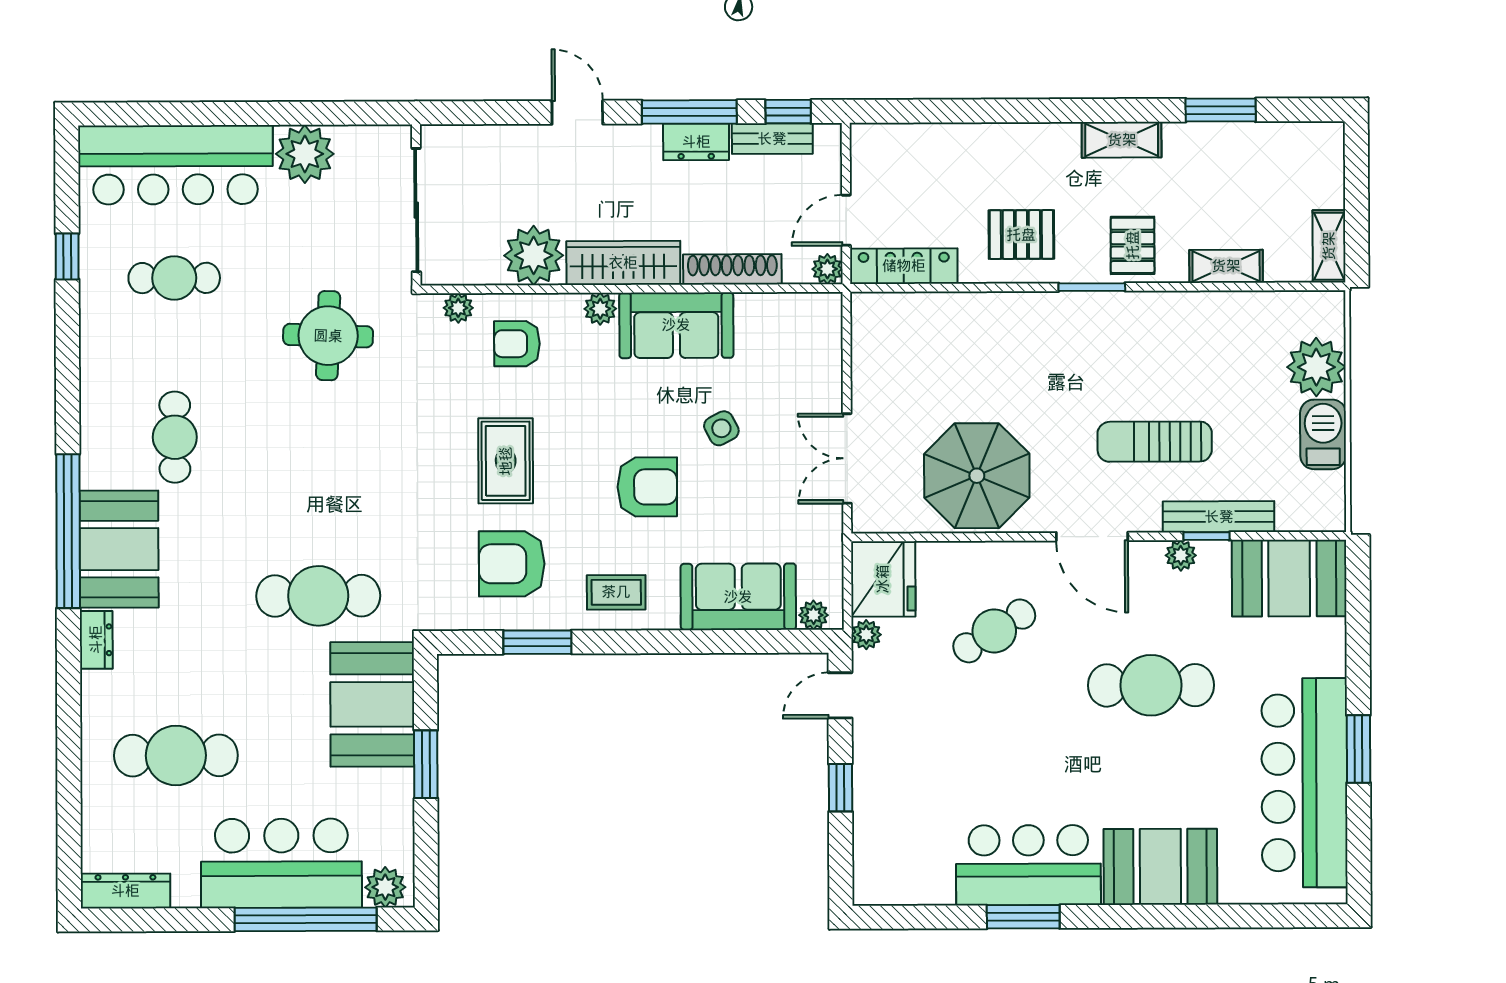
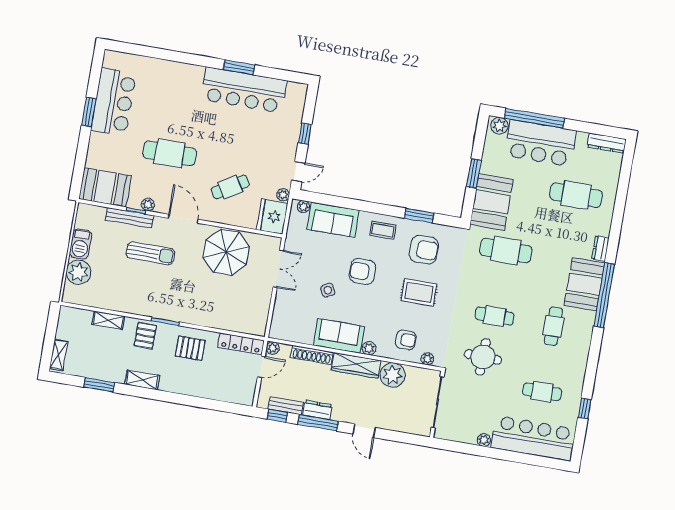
plant: (305, 154) -> (484, 440), width x0.53, depth x0.53
shelving: (1329, 246) -> (59, 355), moved
cafe table: (318, 437) -> (495, 316), added
rug: (506, 461) -> (419, 292), turned 90
bar counter: (1304, 783) -> (114, 102), width x0.73
bar counter: (1028, 865) -> (244, 90), width x1.36
booth: (1160, 867) -> (179, 78), removed

